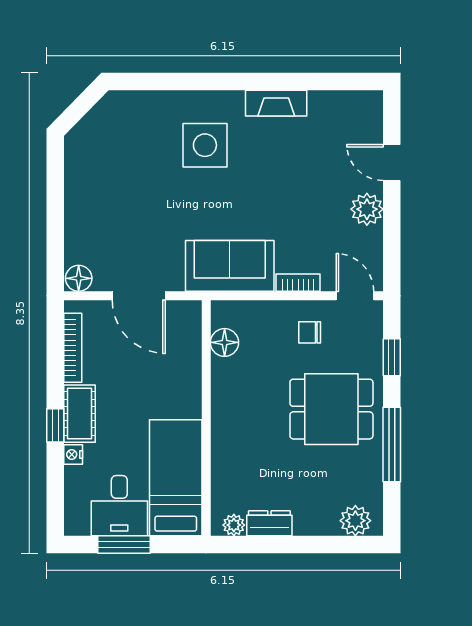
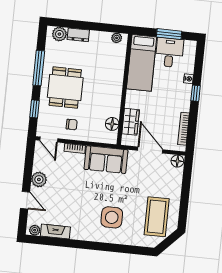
plant: (365, 101) -> (35, 230), added
fireplace: (276, 103) -> (55, 231), moved
coffee table: (110, 156) -> (157, 217), added
wardrobe: (186, 351) -> (131, 122), added
dining table: (331, 409) -> (65, 88), turned 90
cot: (80, 414) -> (184, 98), removed
dresser: (269, 523) -> (78, 35), moved

